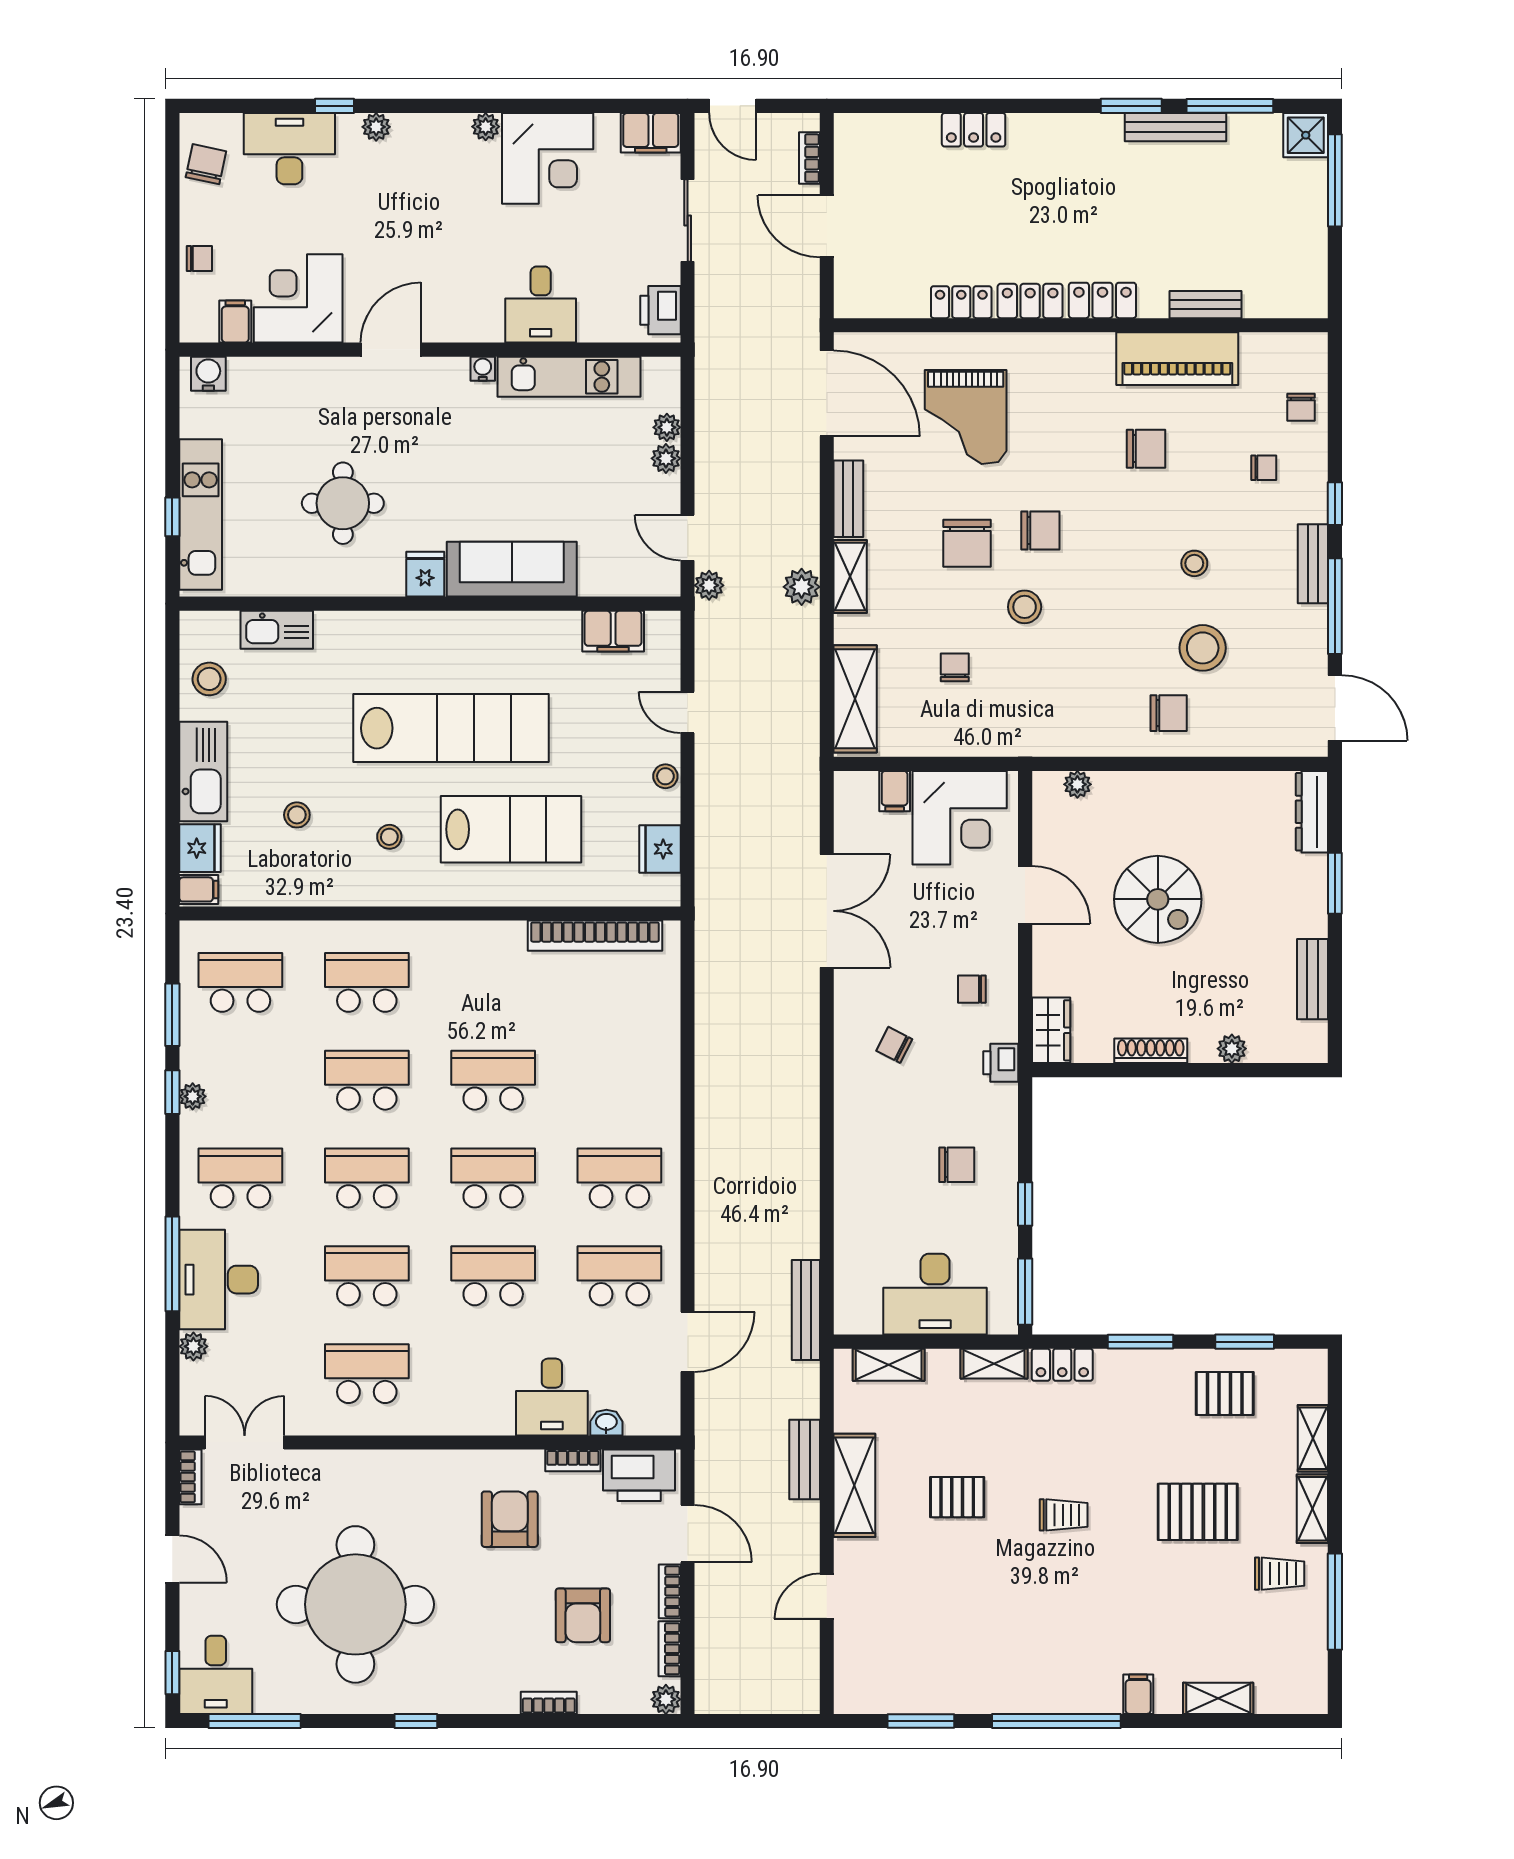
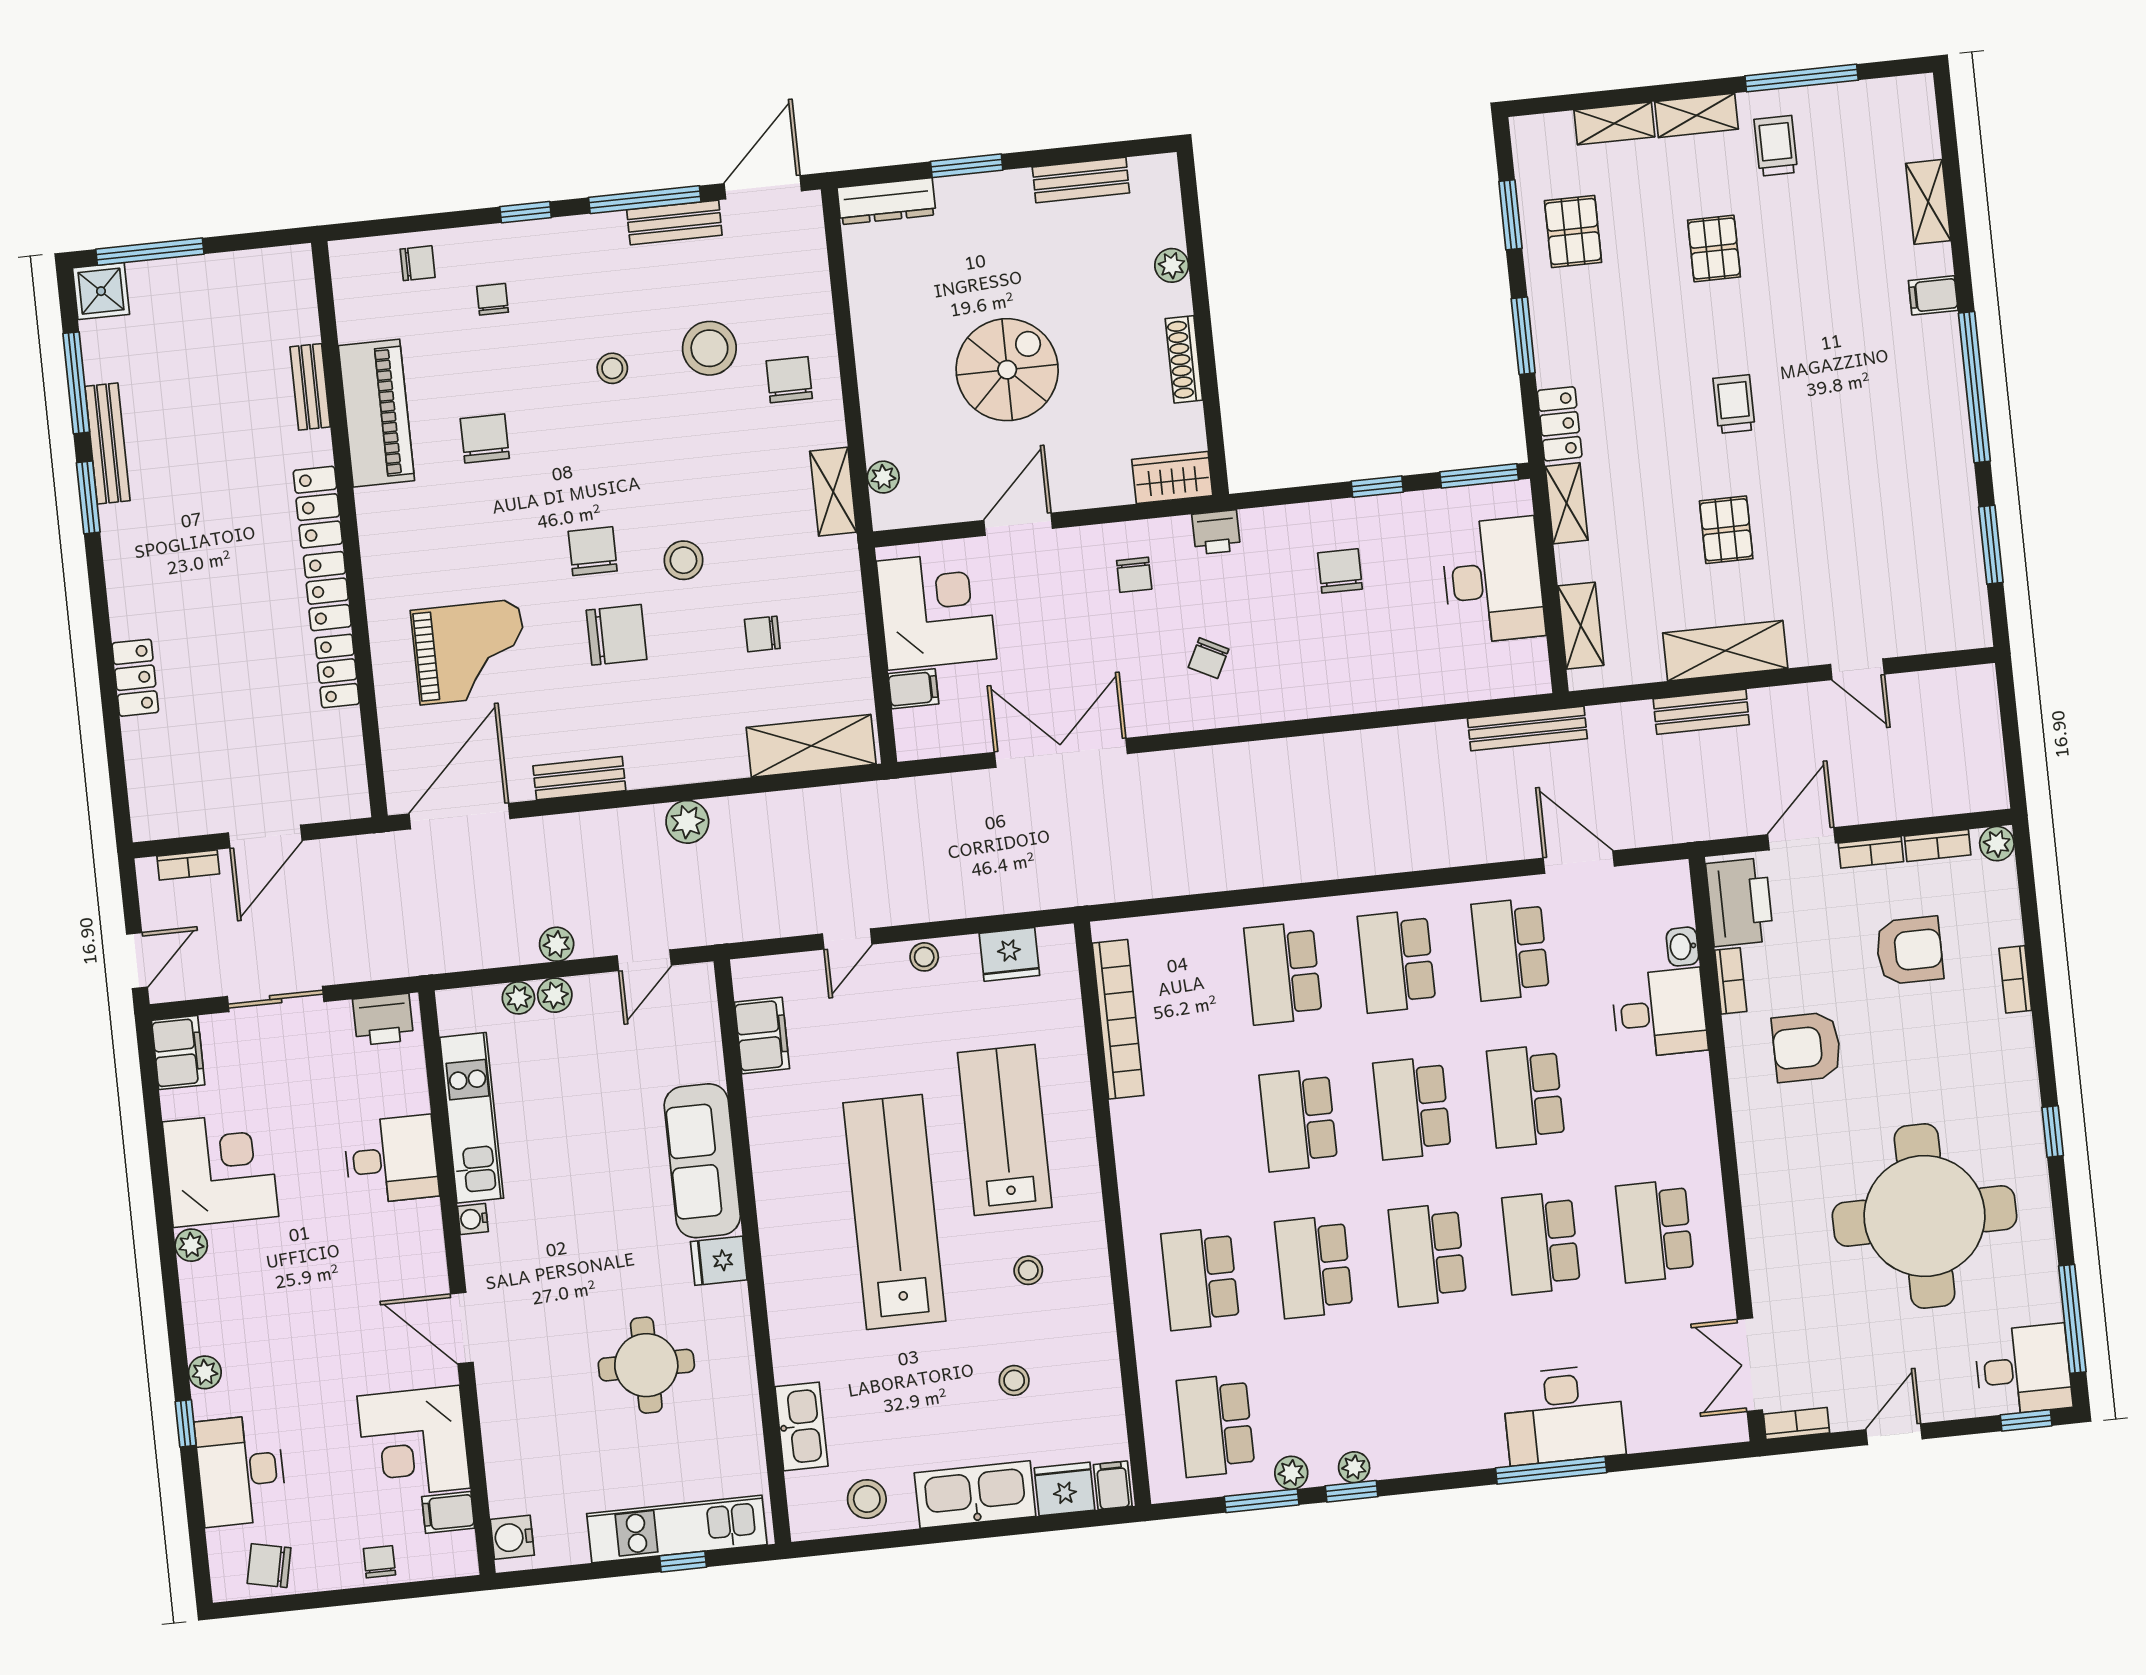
bench: (1313, 564) -> (674, 222), moved
shelving: (850, 577) -> (833, 492), moved, turned 90
plant: (709, 585) -> (557, 944), moved
school desk: (240, 1178) -> (1283, 973), moved
plant: (193, 1346) -> (1291, 1473), moved
pallet: (1198, 1512) -> (1714, 248), width x0.67, depth x0.71

